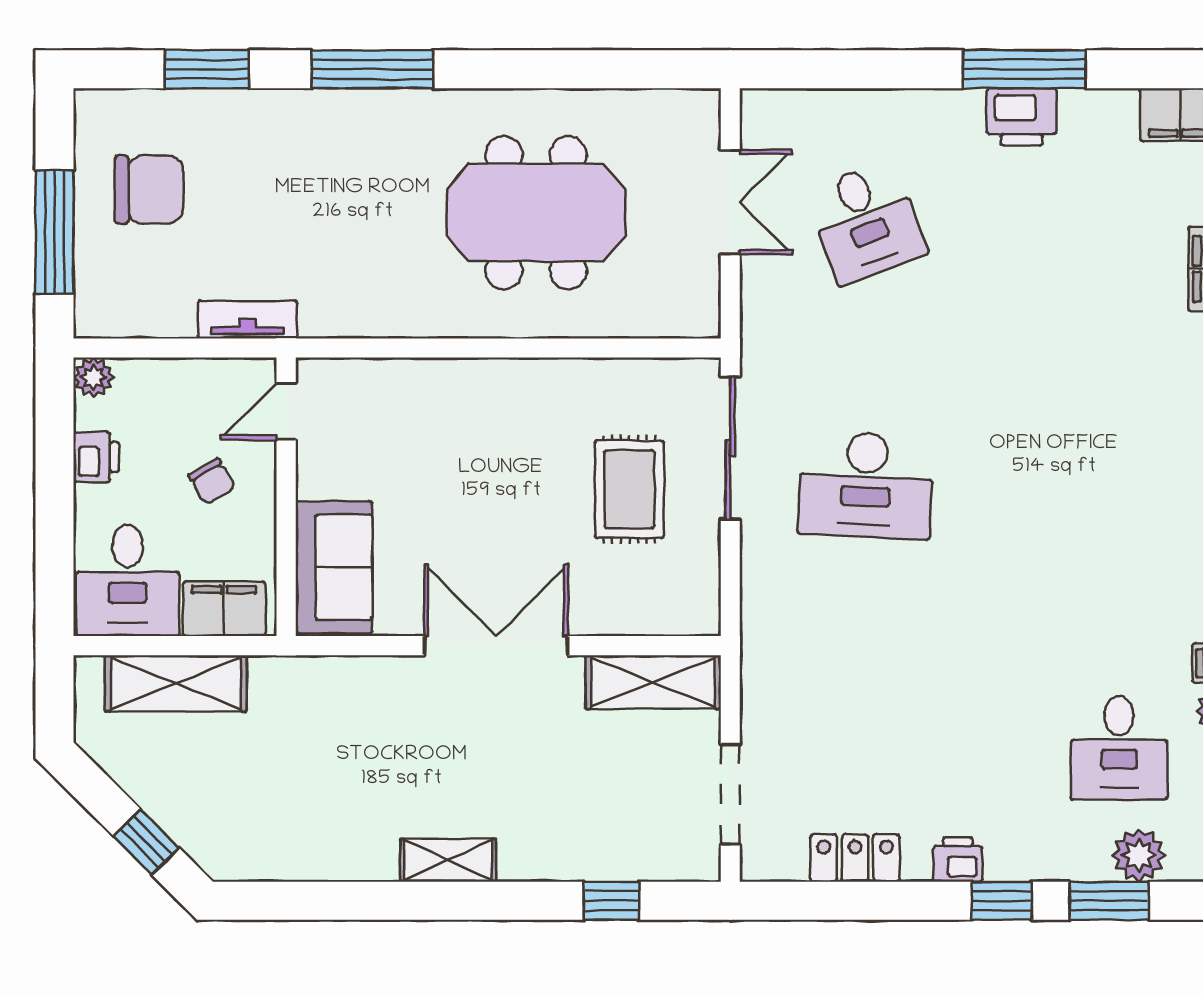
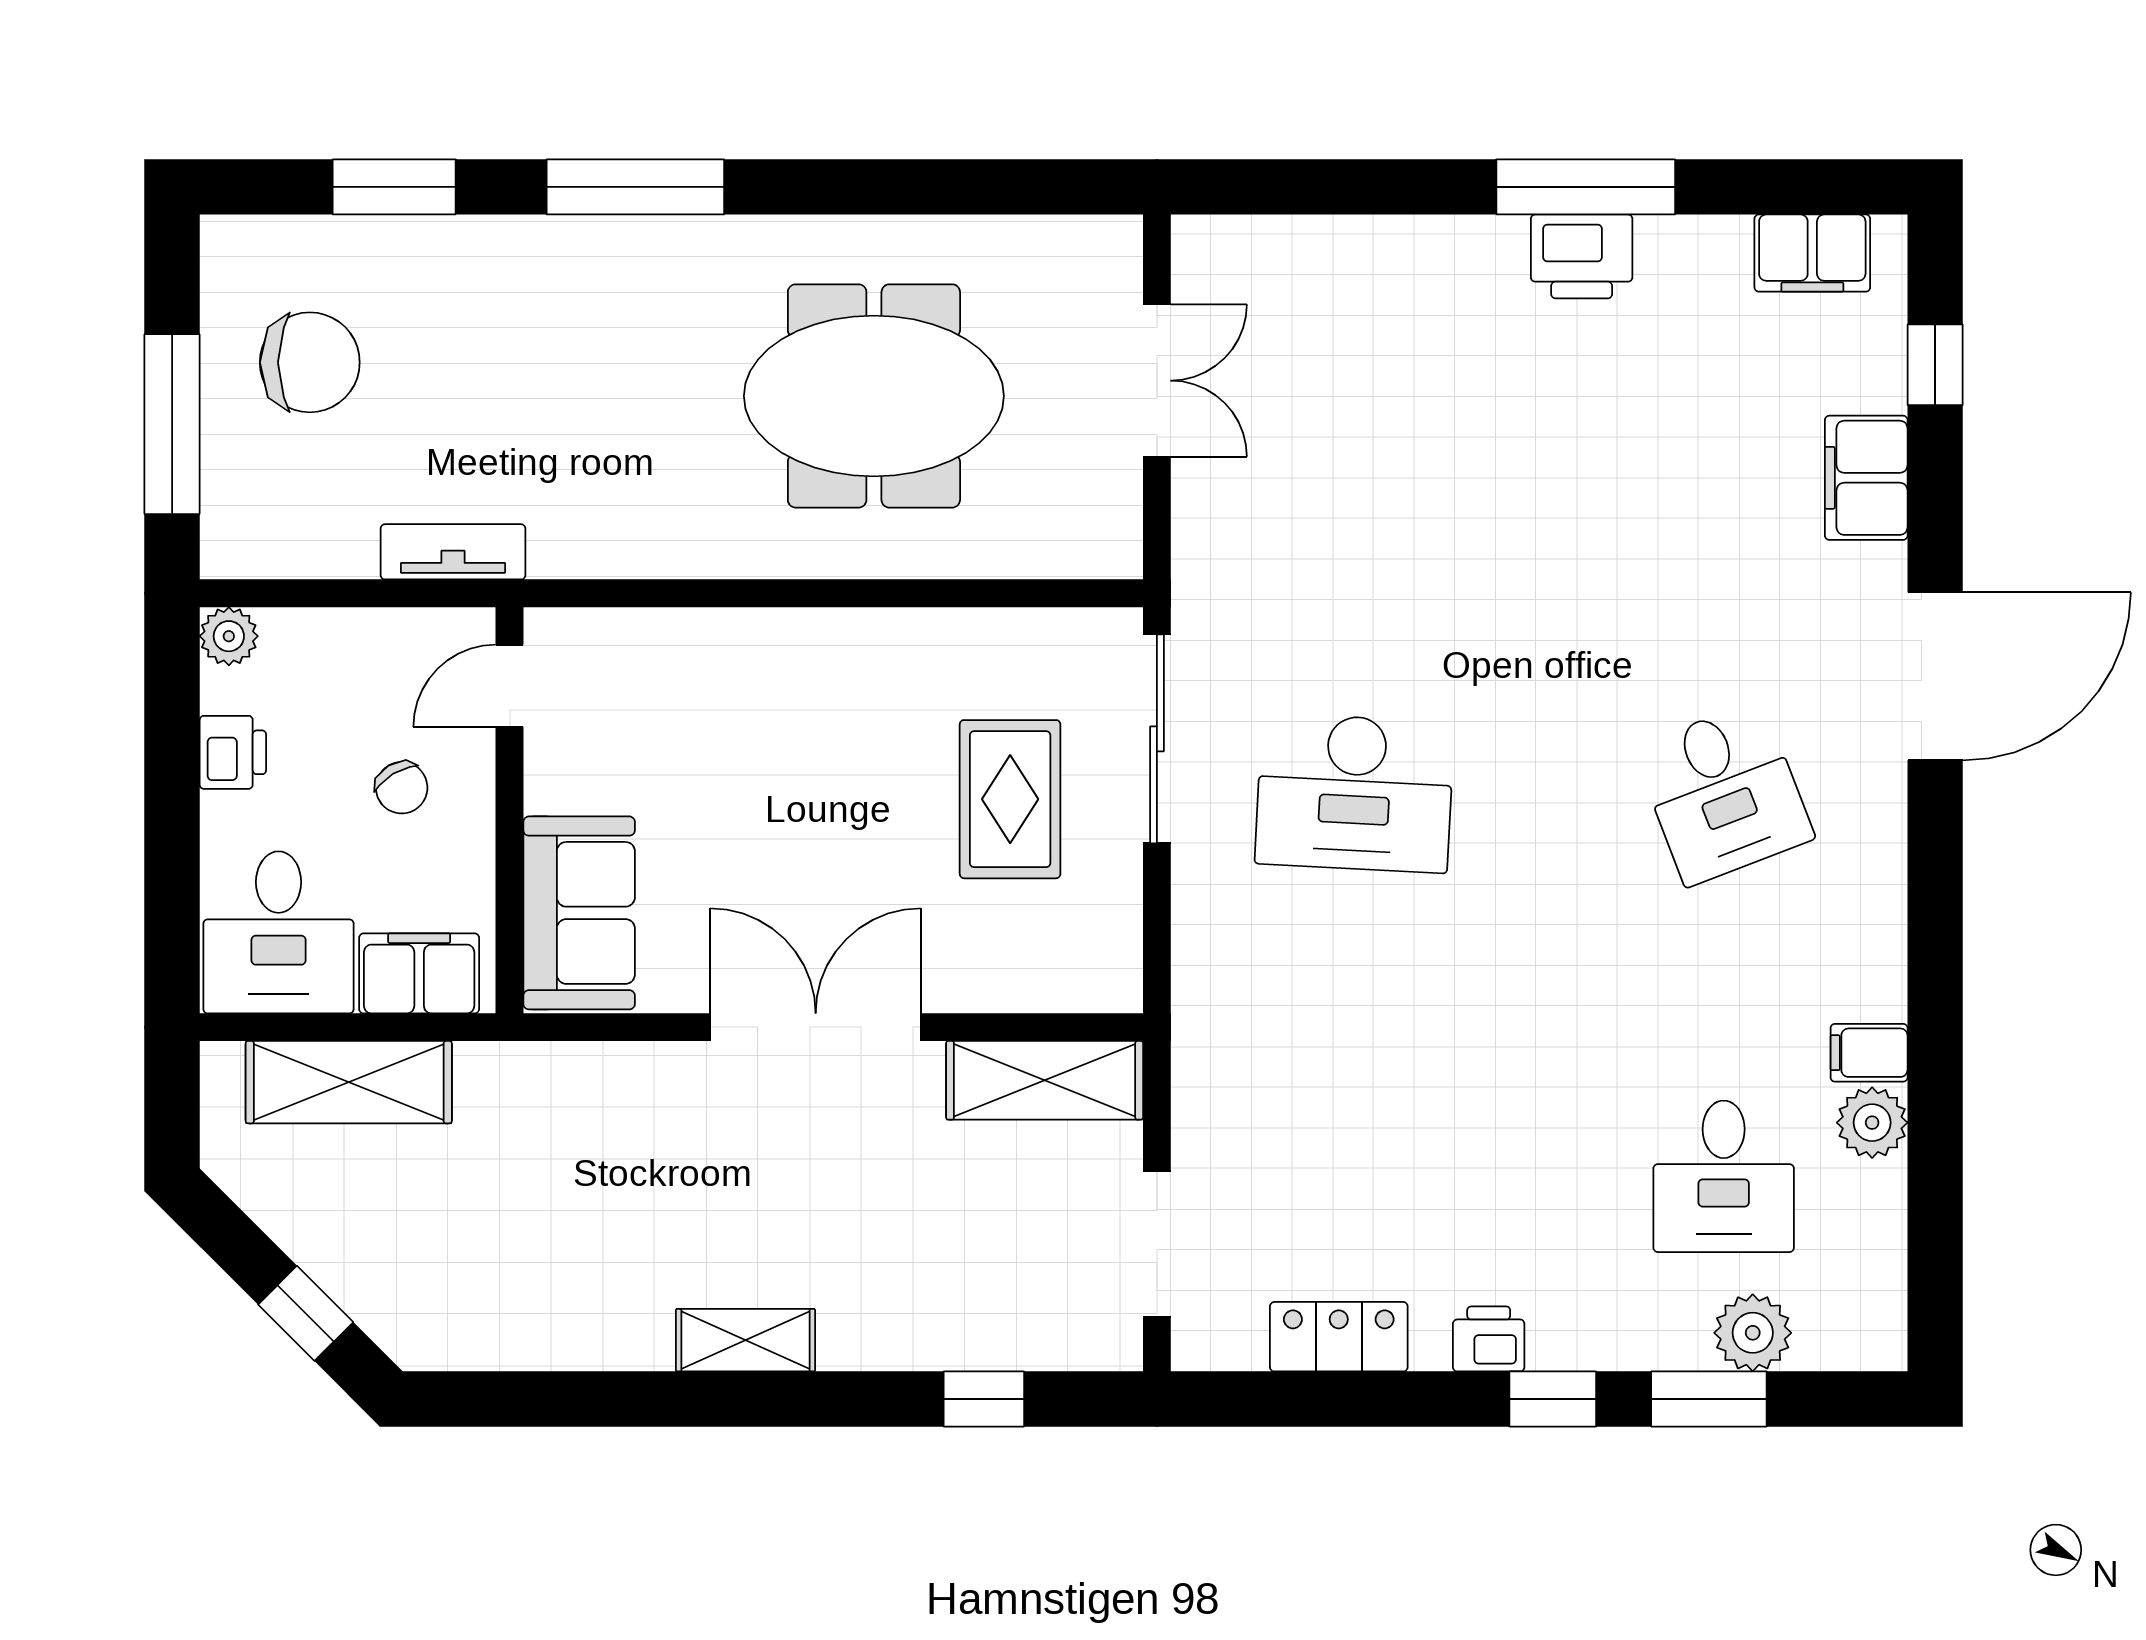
desk: (866, 222) -> (1724, 793), moved

